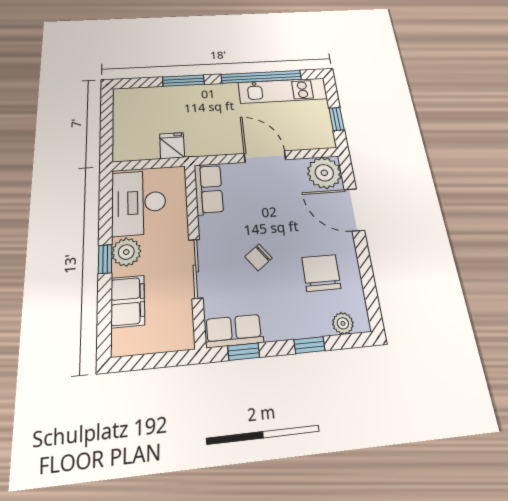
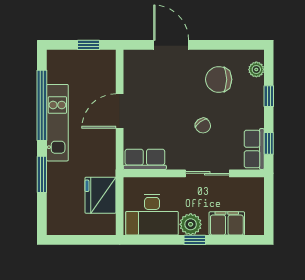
kitchen unit: (283, 91) -> (57, 123), moved
fridge: (172, 146) -> (101, 195), width x1.88, depth x1.34
plant: (324, 173) -> (138, 64), removed
door: (354, 210) -> (171, 45), swing flipped

